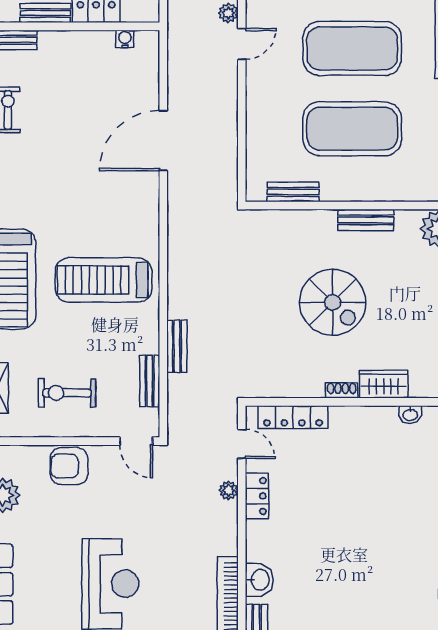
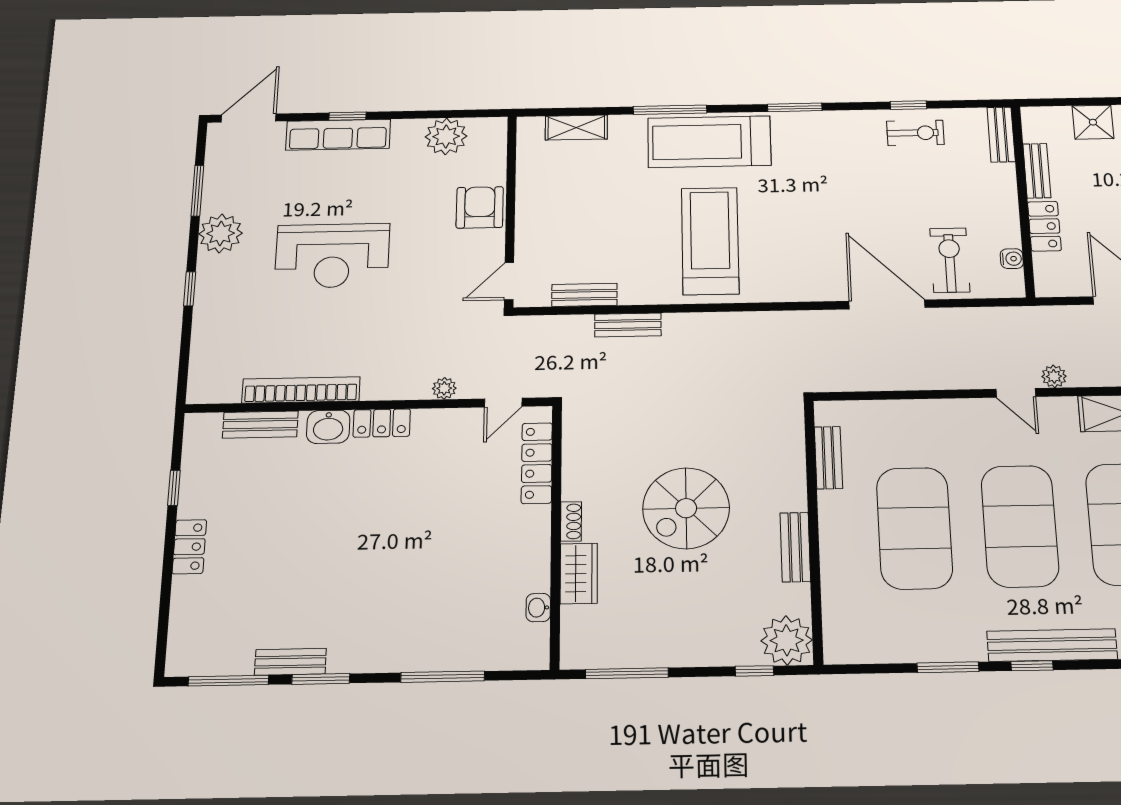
exercise bike: (67, 393) -> (950, 260), moved
locker: (257, 496) -> (382, 423), moved

